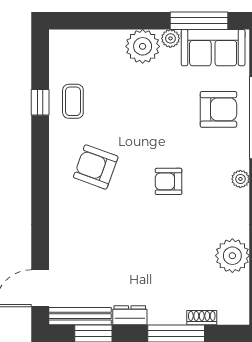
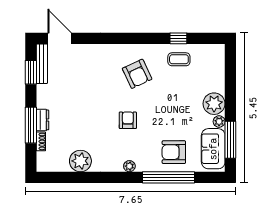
armchair: (218, 109) -> (174, 152), turned 90
armchair: (96, 167) -> (137, 74), turned 135
dresser: (130, 315) -> (42, 120), moved

